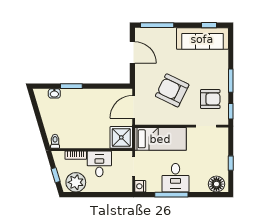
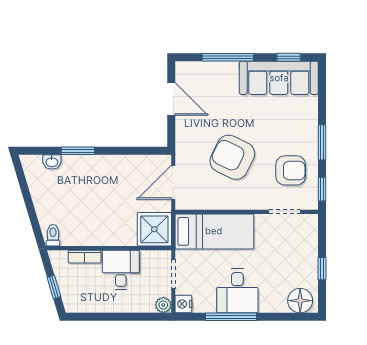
window: (157, 25) -> (228, 57), moved
plant: (76, 182) -> (163, 305), moved, width x0.53, depth x0.53

